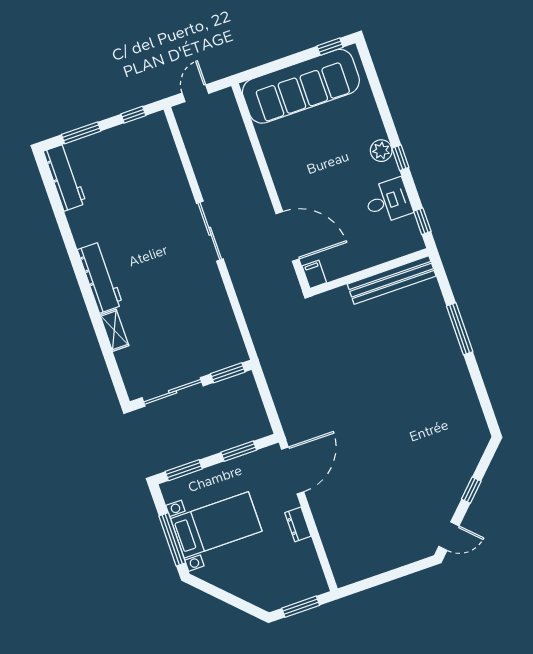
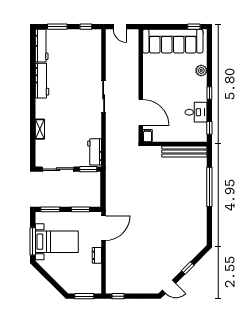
door: (195, 93) -> (120, 27), swing flipped
plant: (381, 151) -> (201, 70), moved
workbench: (100, 277) -> (42, 81), moved
window: (460, 329) -> (209, 187), width x1.46
workbench: (228, 337) -> (95, 152), added
window: (362, 585) -> (118, 296), added

